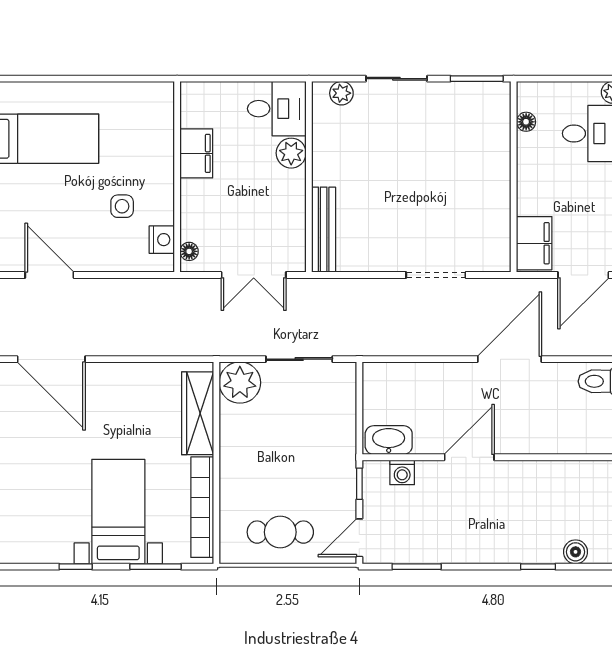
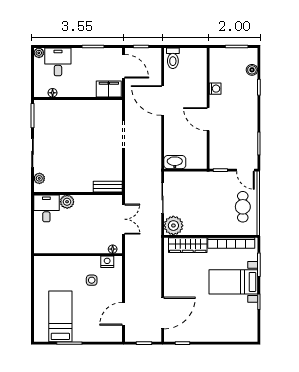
filing cabinet: (196, 153) -> (67, 246), removed
bench: (324, 230) -> (108, 187), width x0.73
washbasin: (389, 440) -> (175, 162), moved, turned 90
washing machine: (402, 472) -> (215, 89), moved

